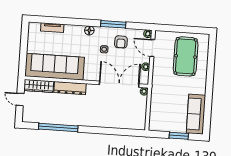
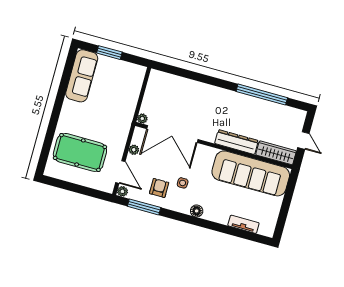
window: (113, 24) -> (144, 207), moved
pool table: (186, 56) -> (80, 152), turned 90

